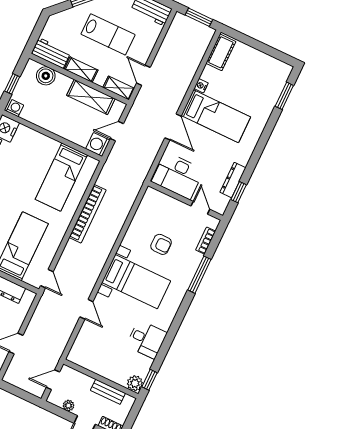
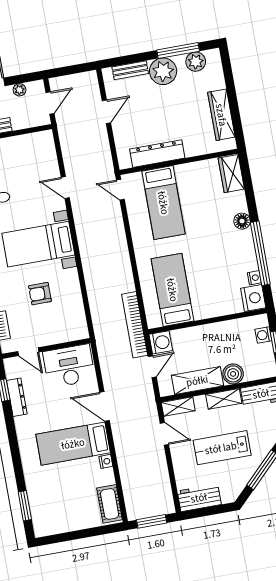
boiler: (46, 76) -> (233, 374), moved
washing machine: (15, 108) -> (263, 335), moved, turned 90
bookcase: (88, 214) -> (135, 325), moved

